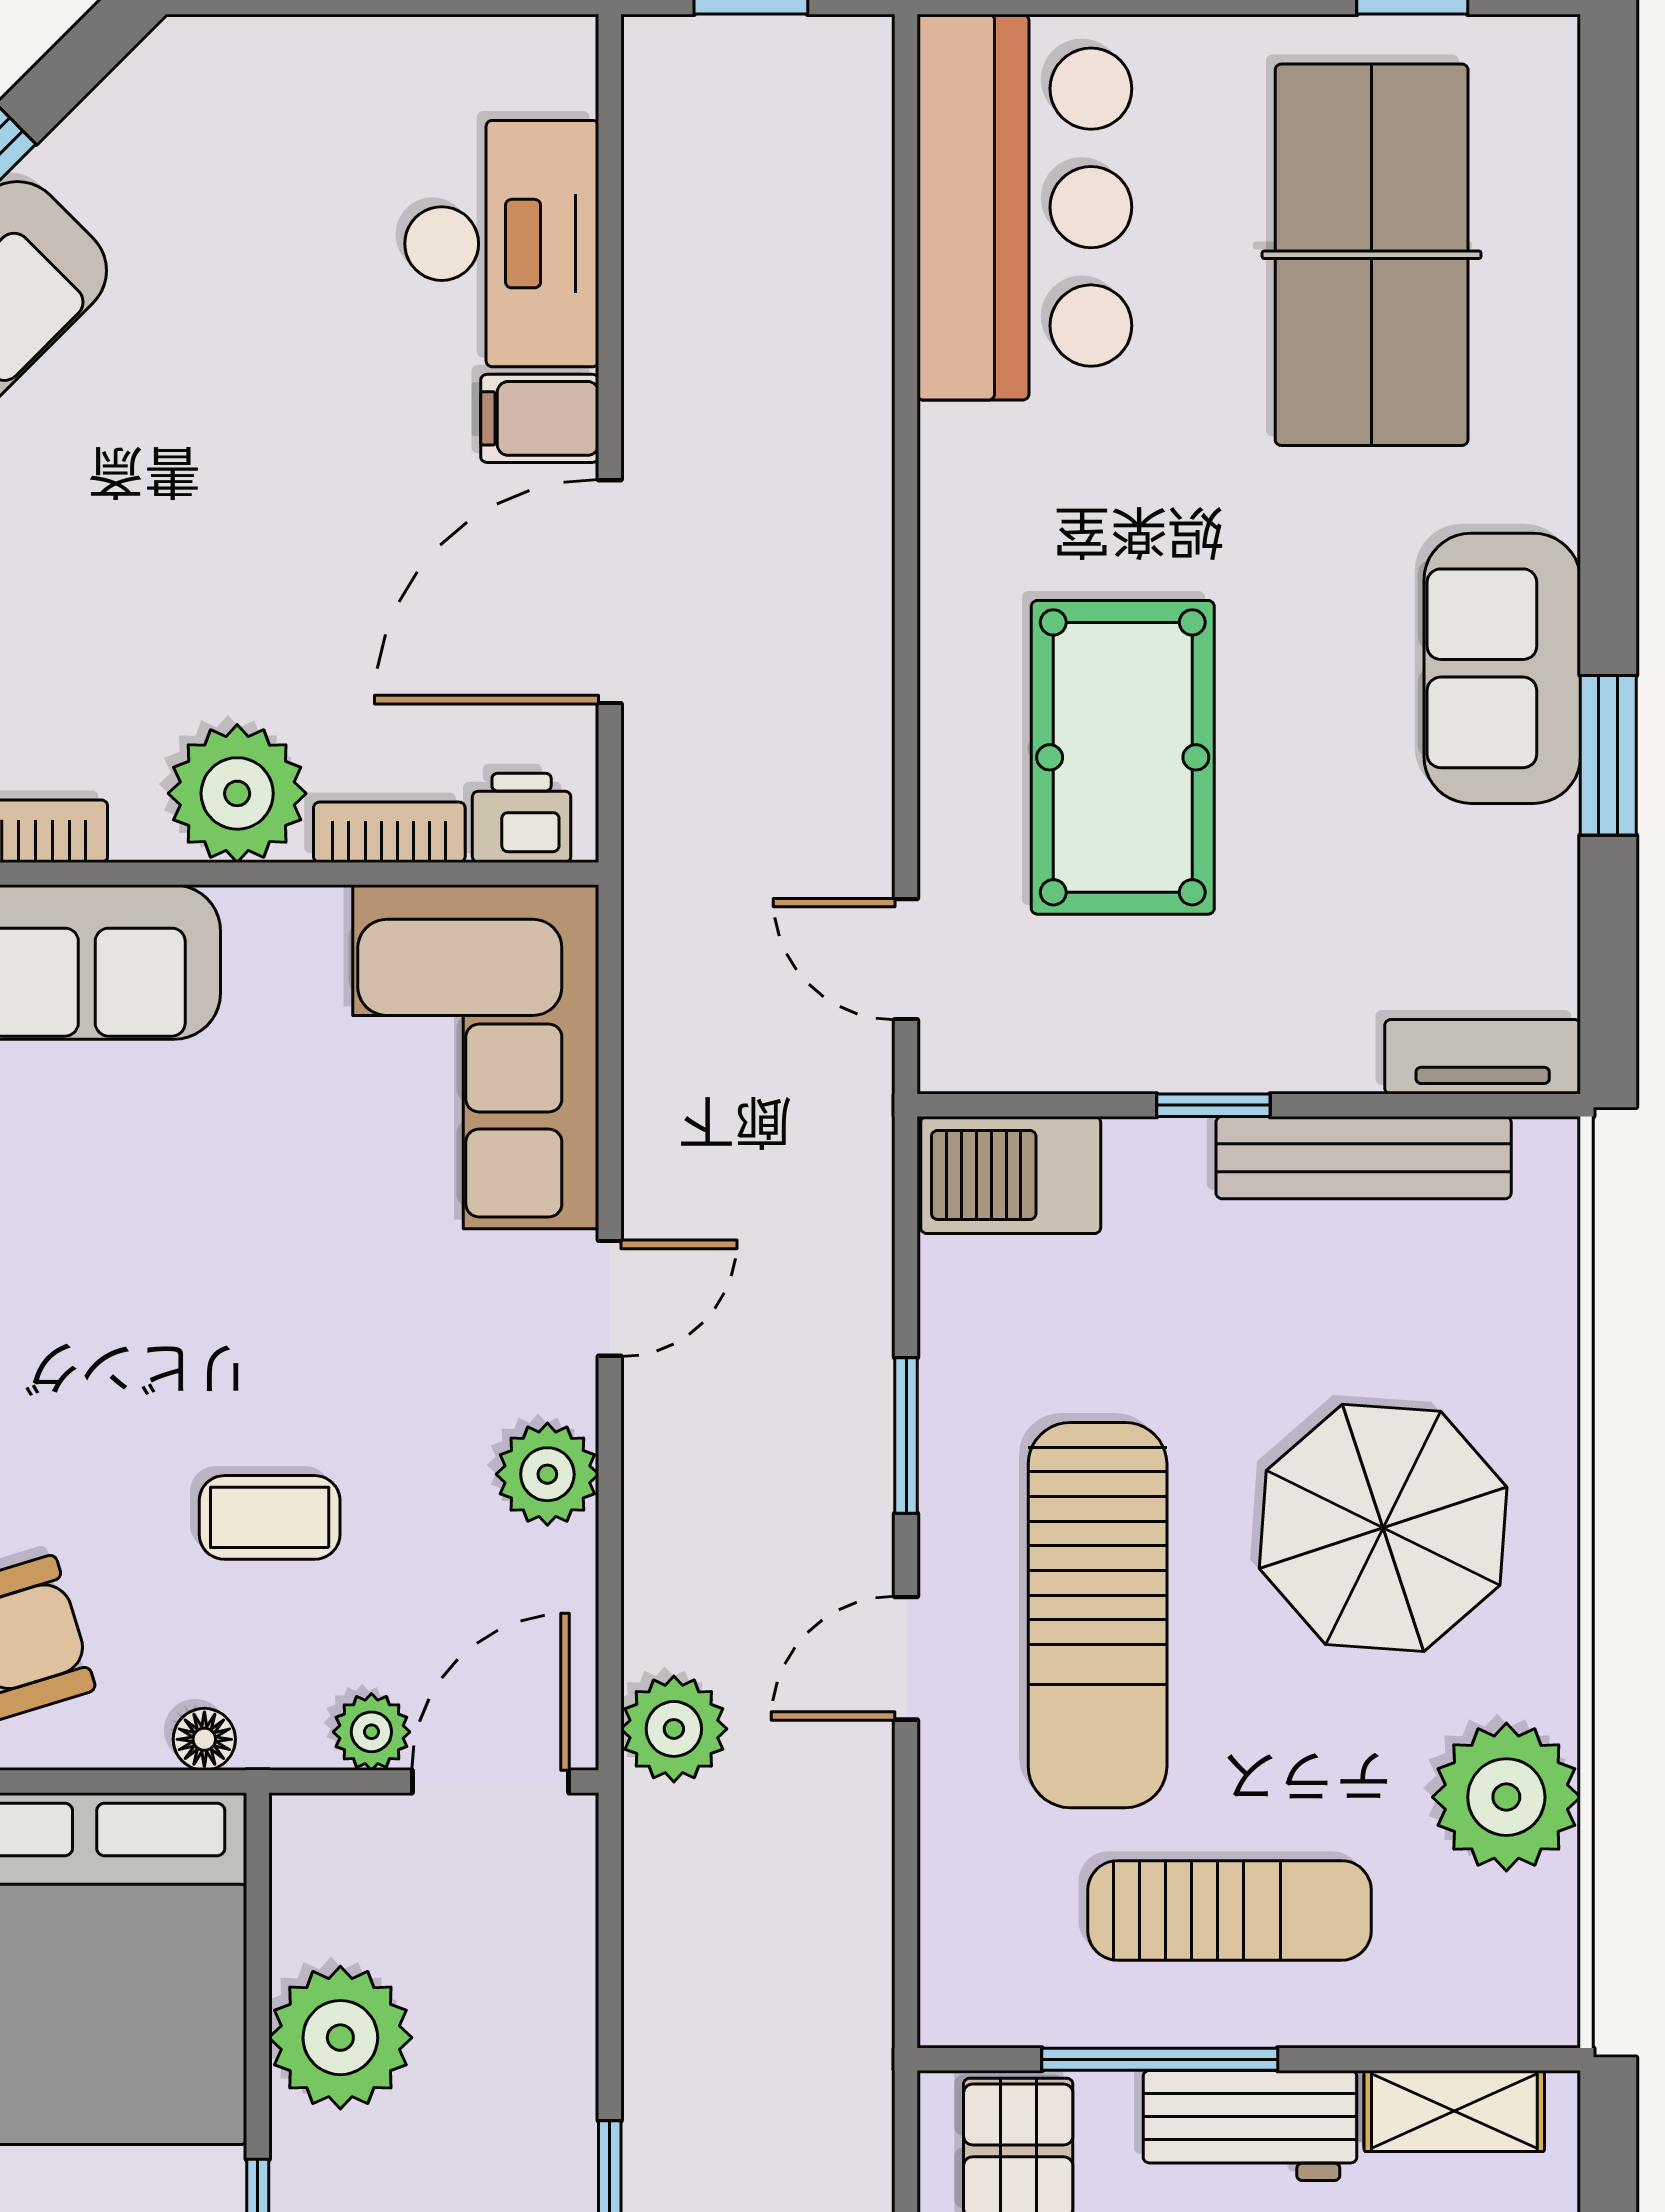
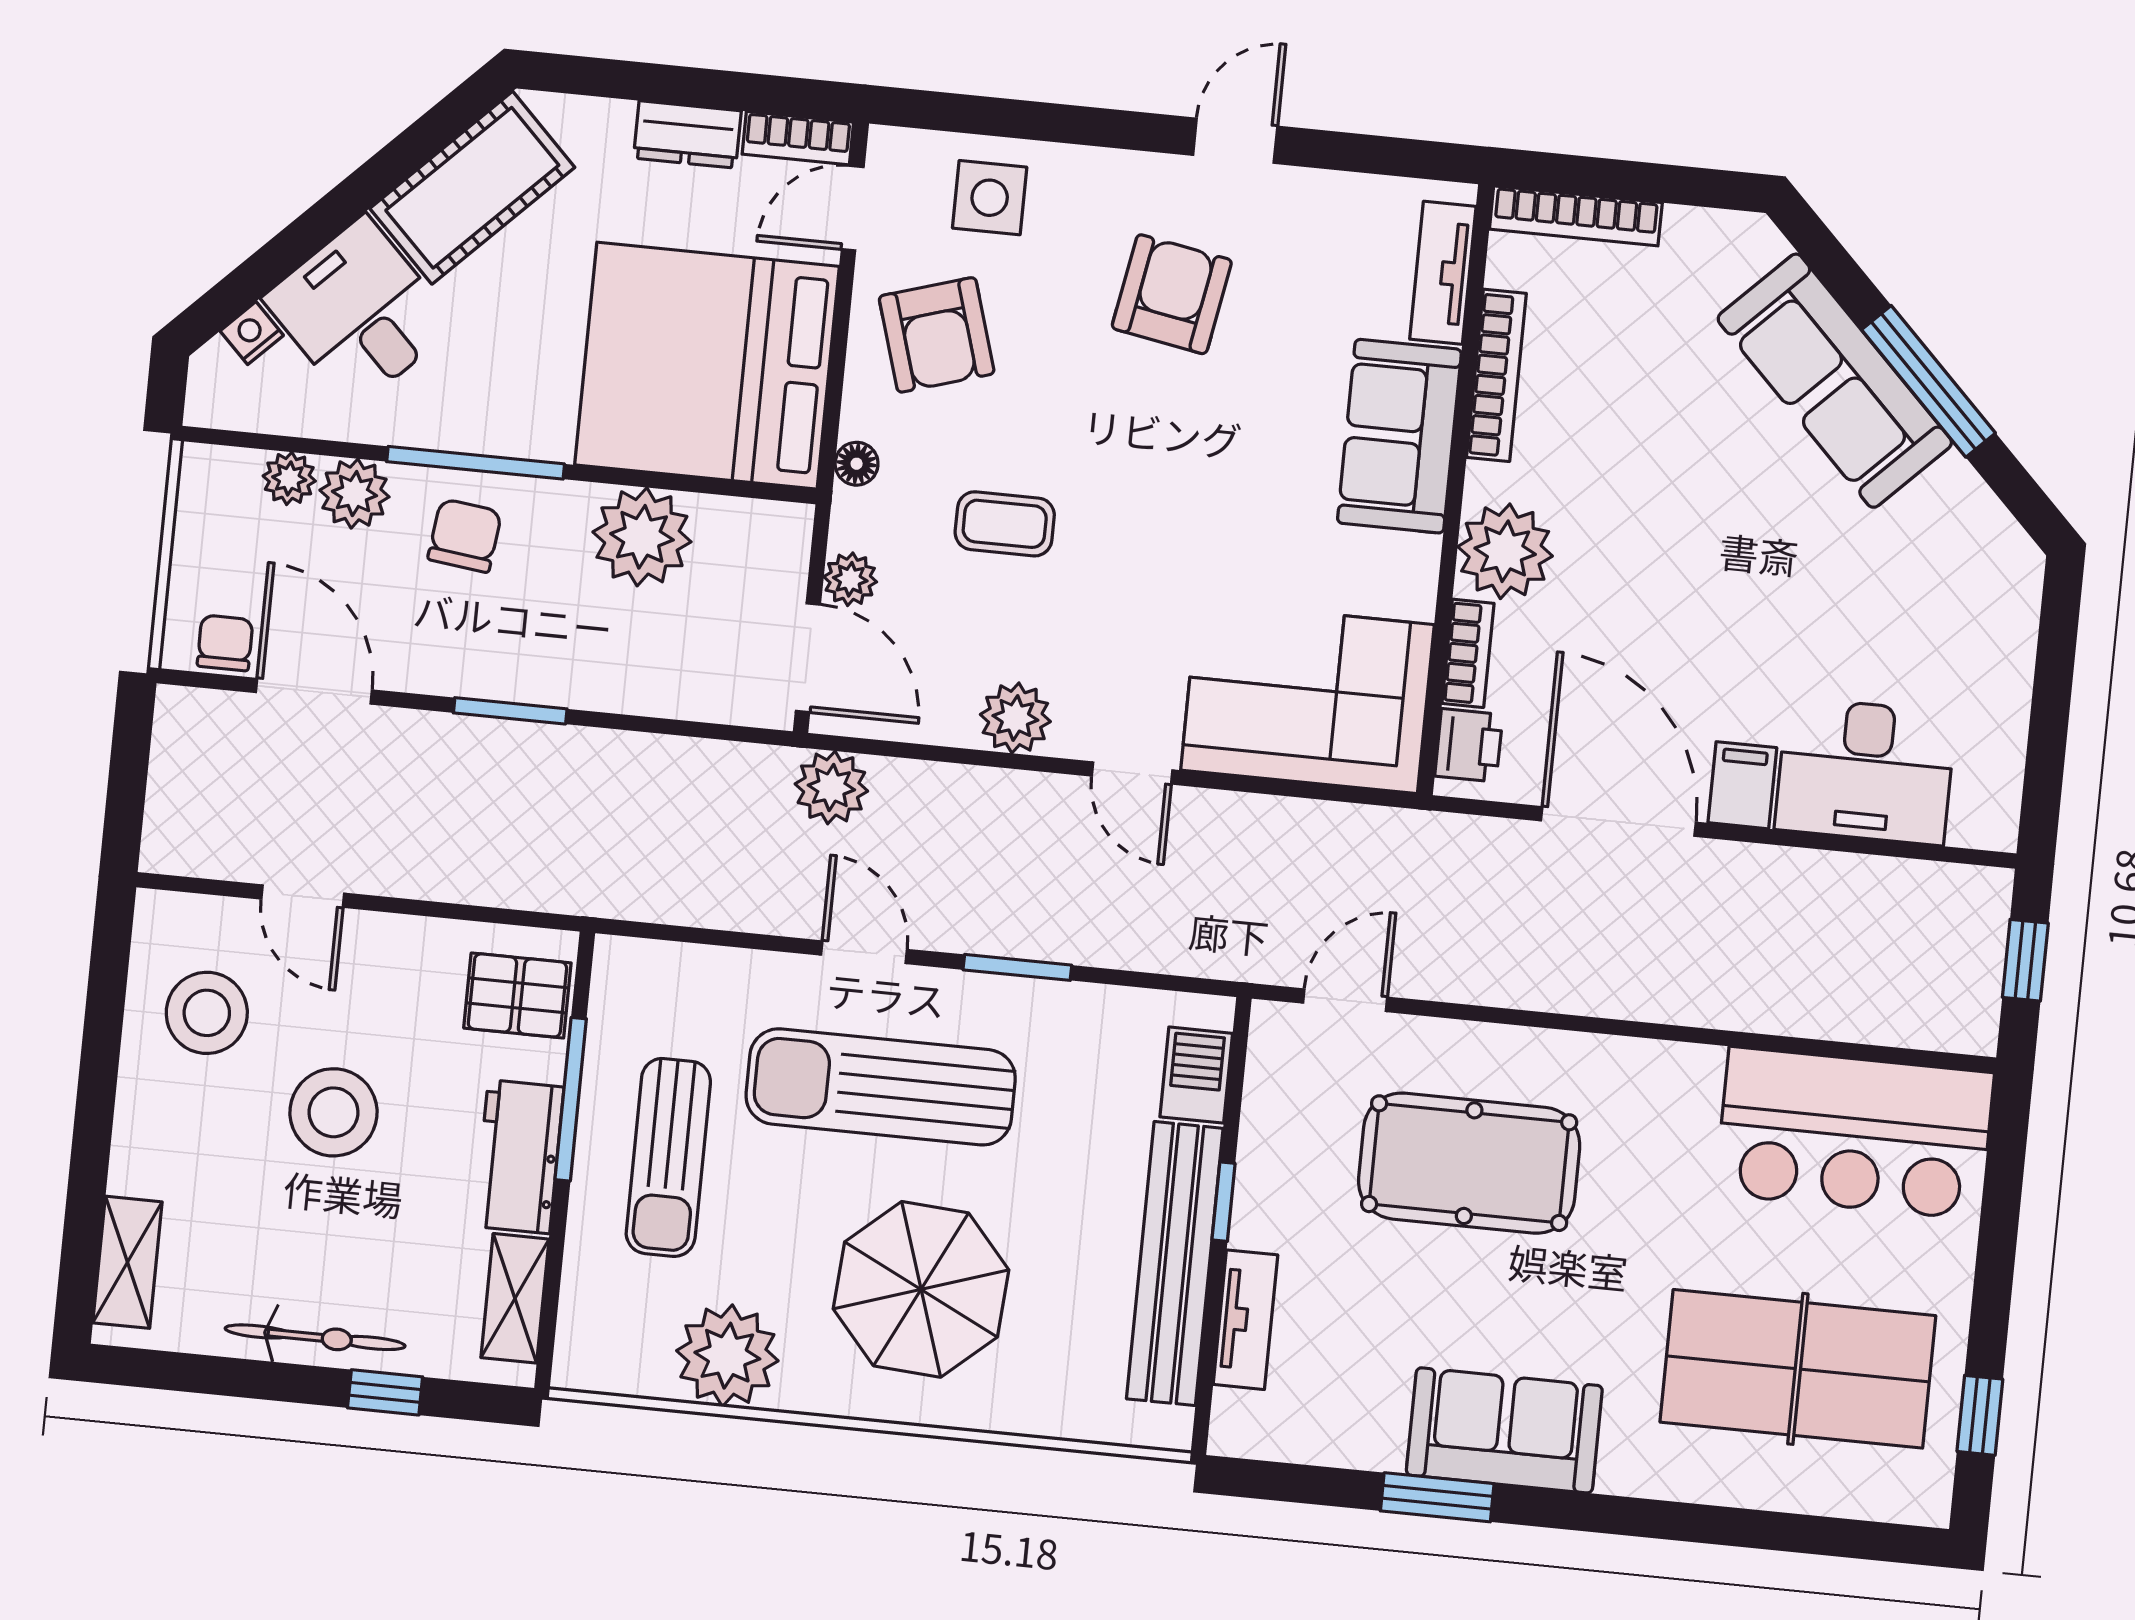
tv unit: (1483, 1057) -> (1245, 1320), moved
bench: (1364, 1158) -> (1175, 1264), width x1.37, depth x1.21
barbecue: (1011, 1175) -> (1196, 1075), width x0.73, depth x0.79
coffee table: (270, 1517) -> (1005, 524), turned 90

